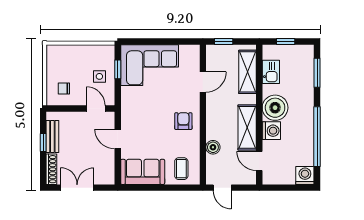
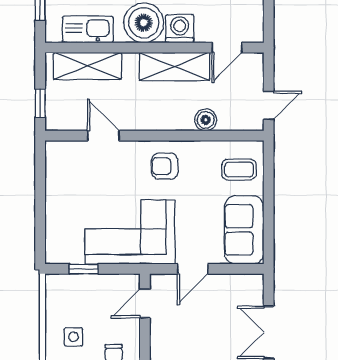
corner sofa: (150, 65) -> (130, 232), moved, turned -90
kitchen sink: (271, 72) -> (88, 29), width x1.38
side table: (99, 76) -> (73, 337), moved

